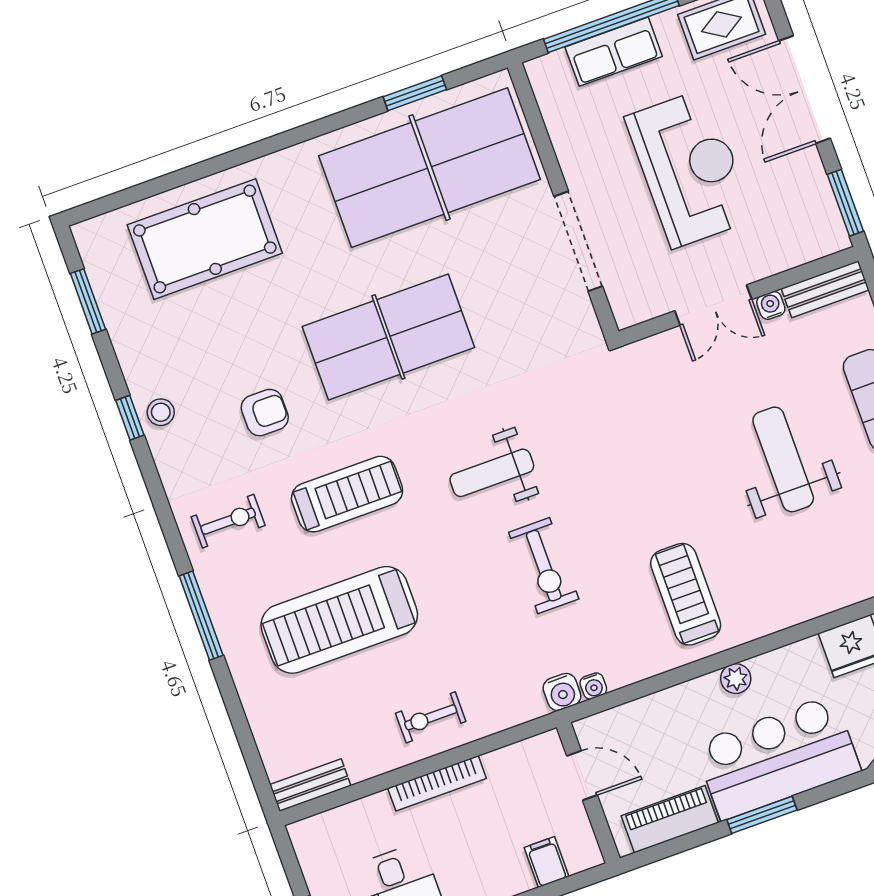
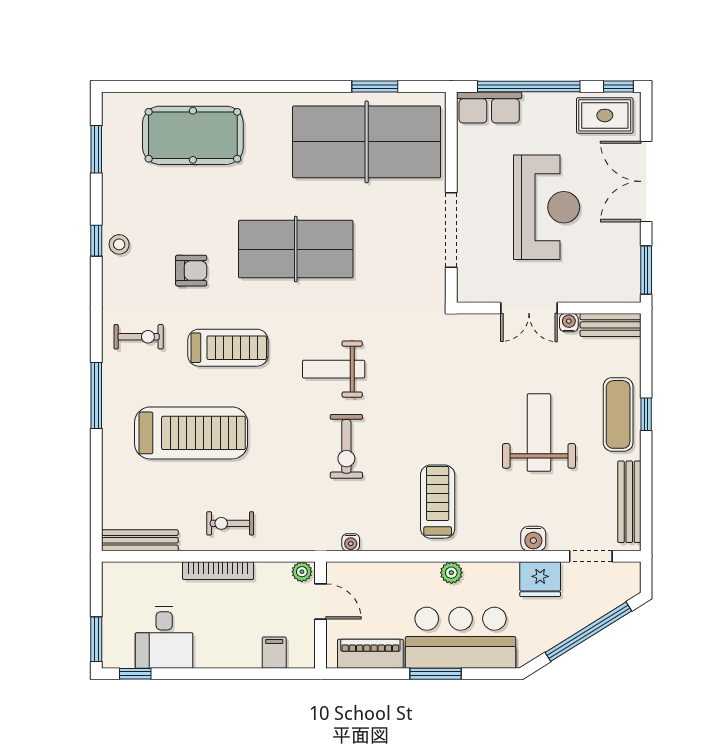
row of seats: (614, 52) -> (489, 107), moved
treadmill: (339, 620) -> (191, 433), turned 180
water cooler: (562, 692) -> (533, 539), moved
plant: (545, 746) -> (302, 572), added
bench: (310, 785) -> (140, 540), width x1.36

